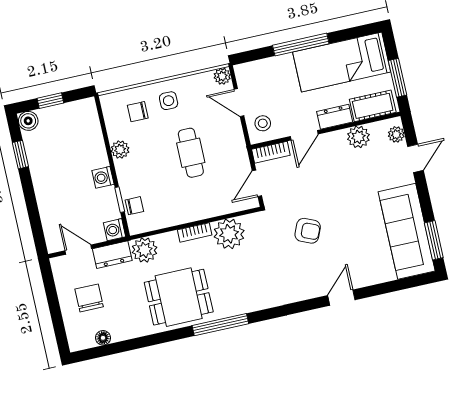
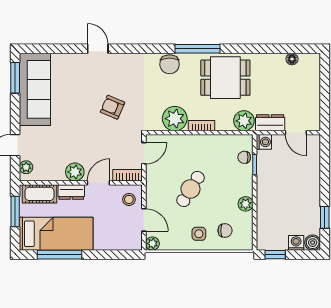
window: (301, 45) -> (60, 255), moved
window: (50, 101) -> (275, 255), moved
plant: (358, 137) -> (75, 172), moved
cafe table: (191, 153) -> (191, 189), turned 32
washing machine: (103, 177) -> (296, 243), moved, turned -90
chair: (89, 298) -> (170, 64), moved
door: (341, 298) -> (98, 49), swing flipped

